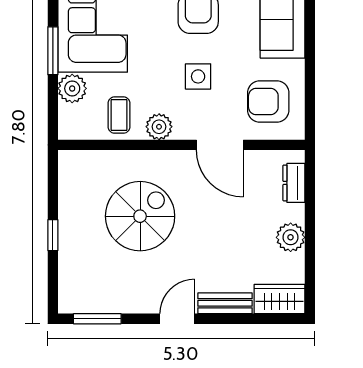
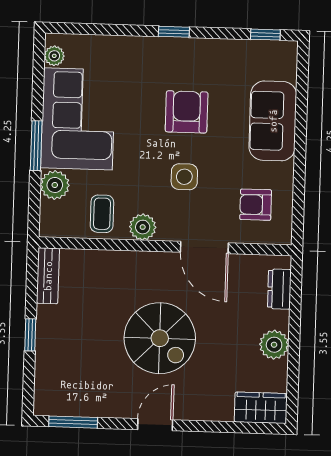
armchair: (268, 102) -> (256, 205), width x0.72, depth x0.72
spiral stairs: (140, 216) -> (160, 338), moved, turned 90
bench: (225, 303) -> (48, 276), moved, turned 90

